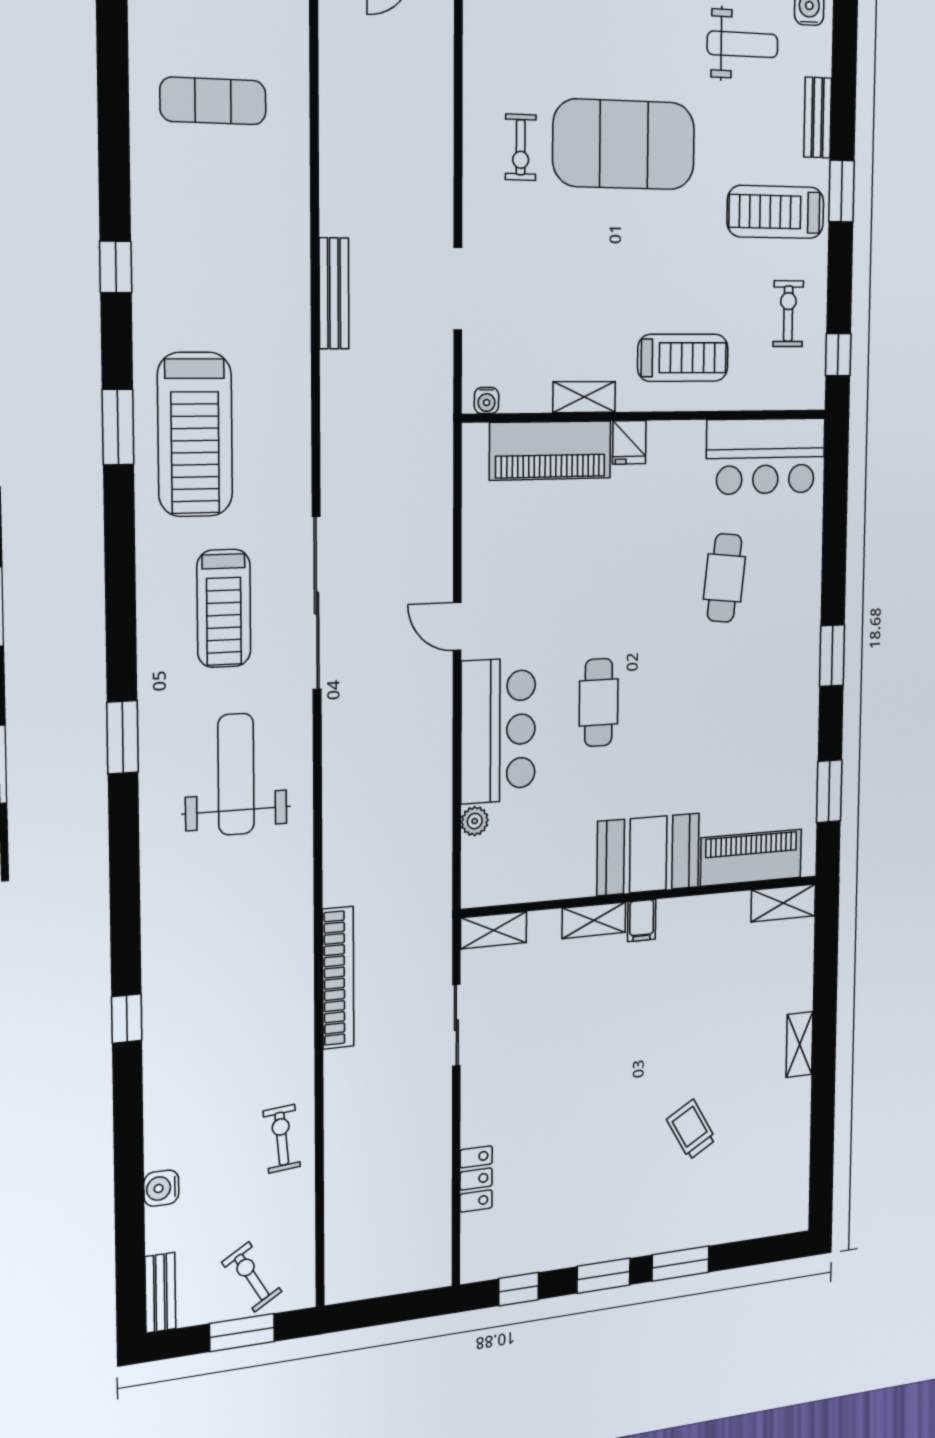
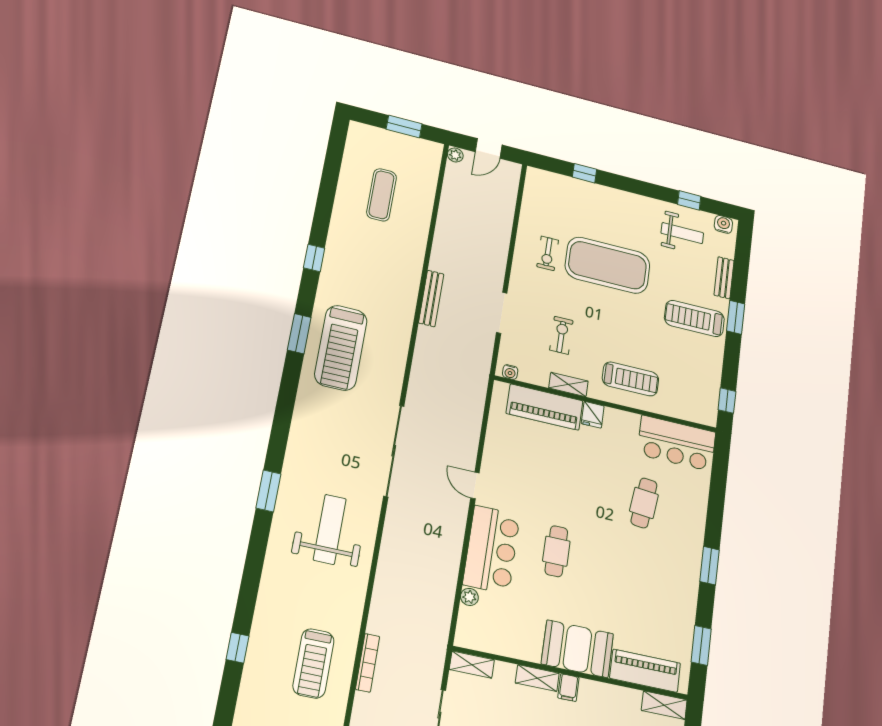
exercise mat: (213, 101) -> (382, 195), turned 90
exercise bike: (788, 314) -> (561, 335), moved
treadmill: (224, 608) -> (313, 663), moved
bookcase: (338, 978) -> (368, 663), width x0.68, depth x0.76

